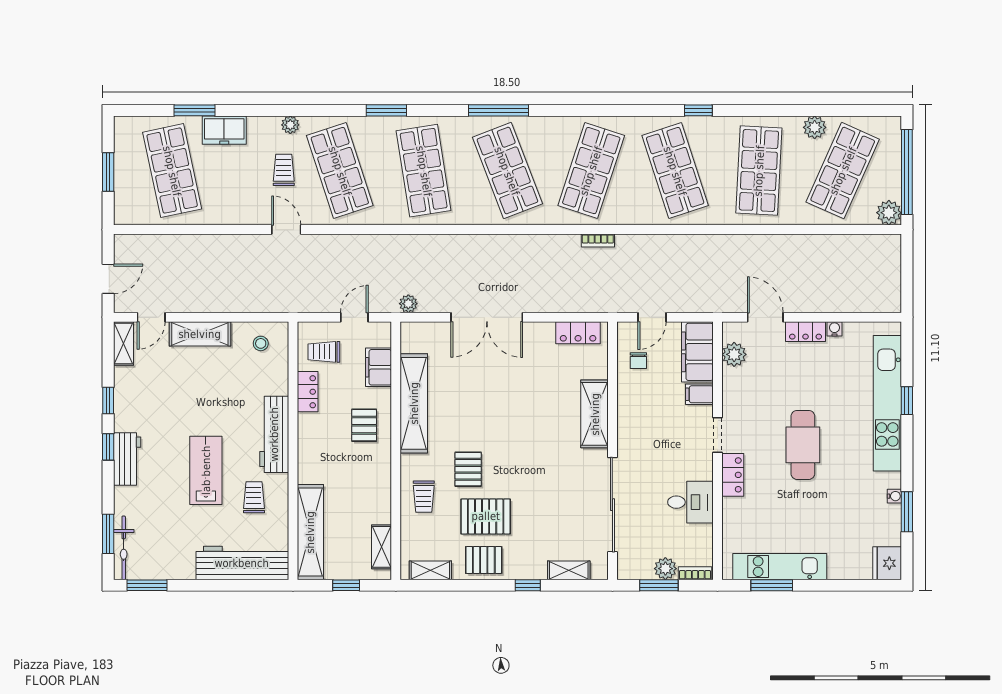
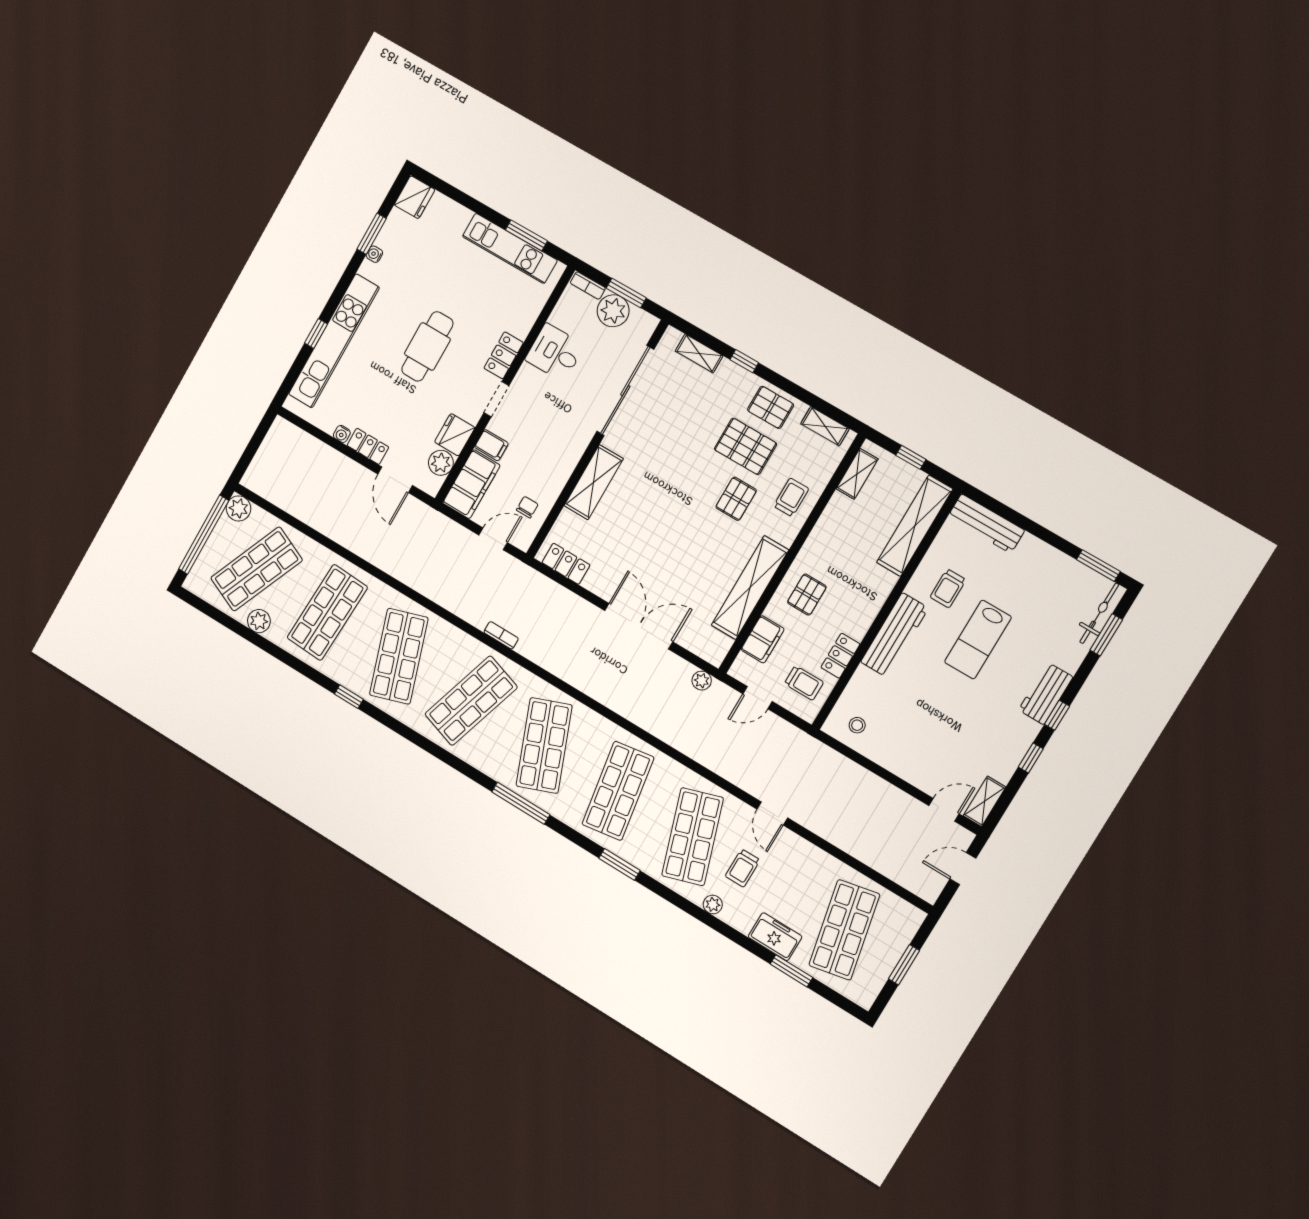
shelving: (200, 334) -> (908, 767), removed
fridge: (736, 385) -> (455, 435), added
workbench: (242, 563) -> (986, 524), width x0.73, depth x0.76
plant: (665, 569) -> (613, 311), width x1.36, depth x1.36

